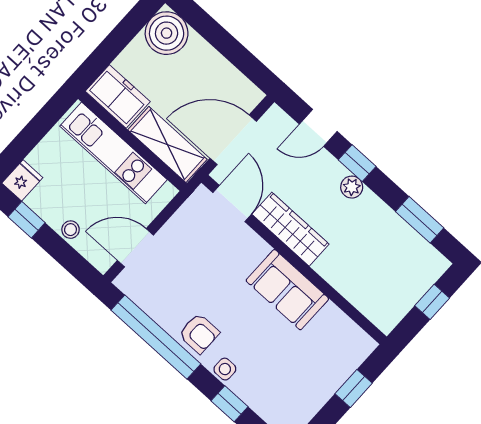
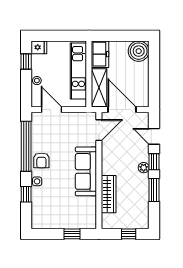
window: (420, 220) -> (154, 190), moved
wardrobe: (290, 229) -> (109, 194), moved
sofa: (287, 290) -> (86, 171), width x1.36

